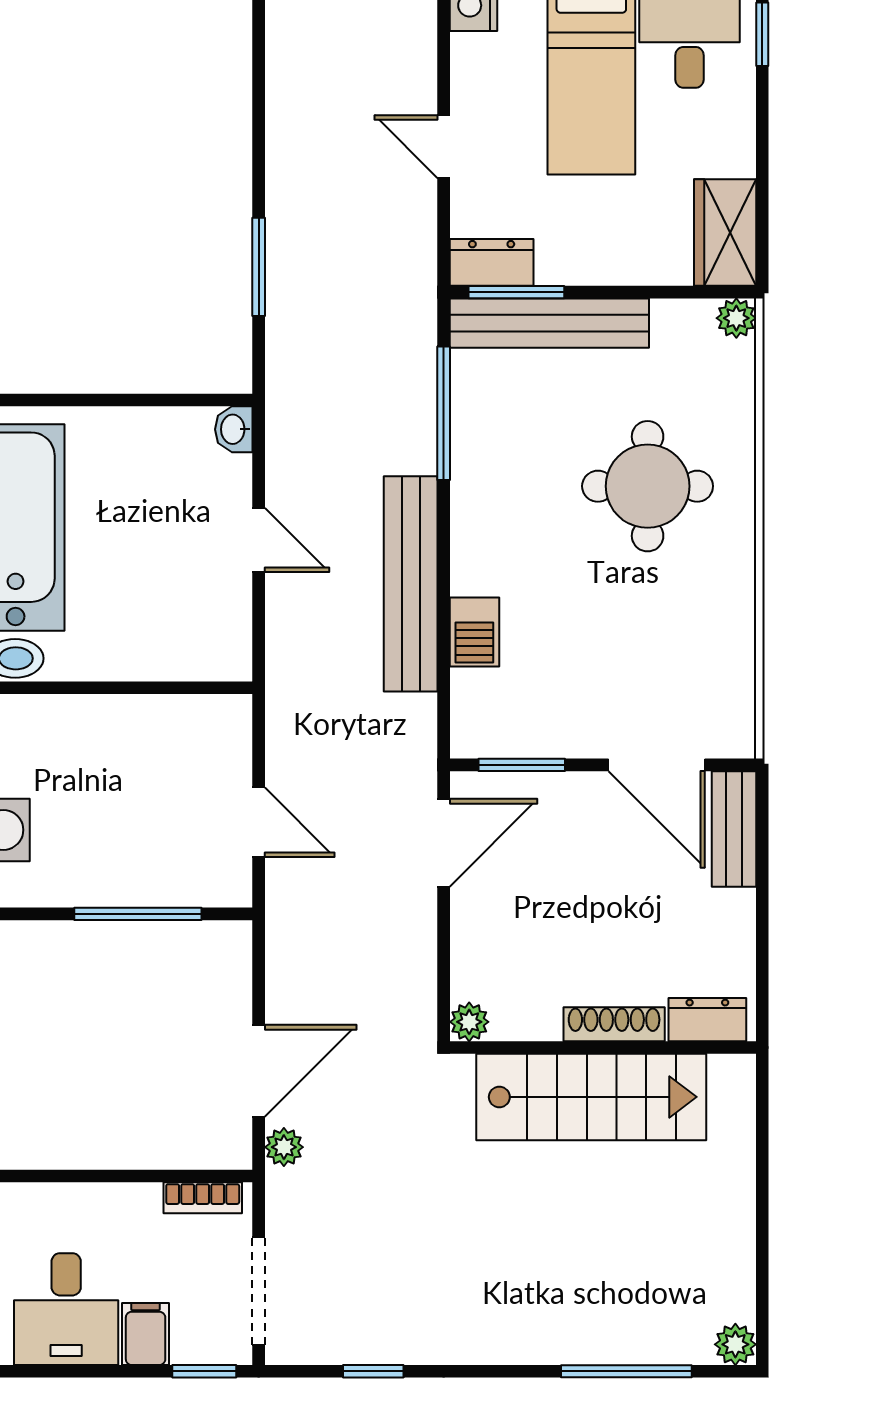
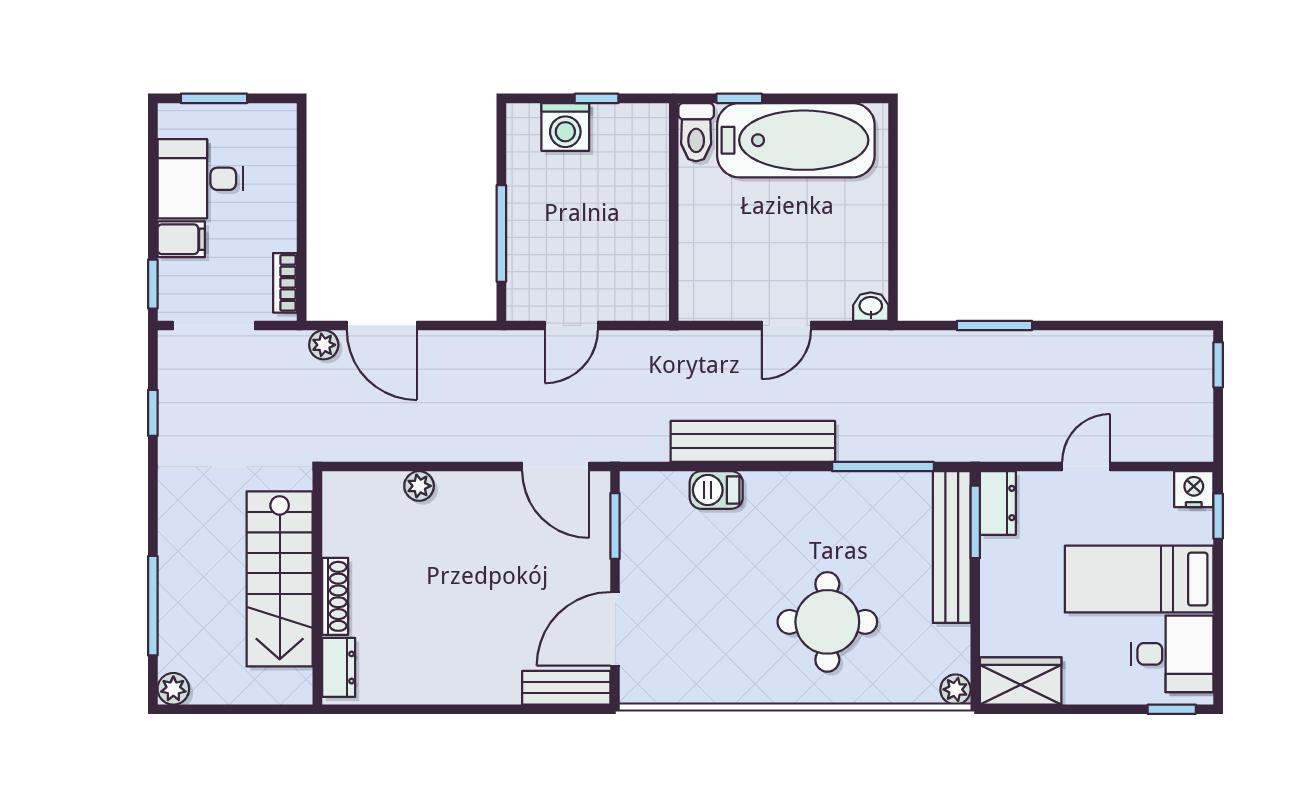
dresser: (707, 1020) -> (339, 667), moved
shoe rack: (614, 1024) -> (335, 596), moved
wall: (603, 1048) -> (317, 588), moved
stairs: (591, 1097) -> (280, 579), moved

